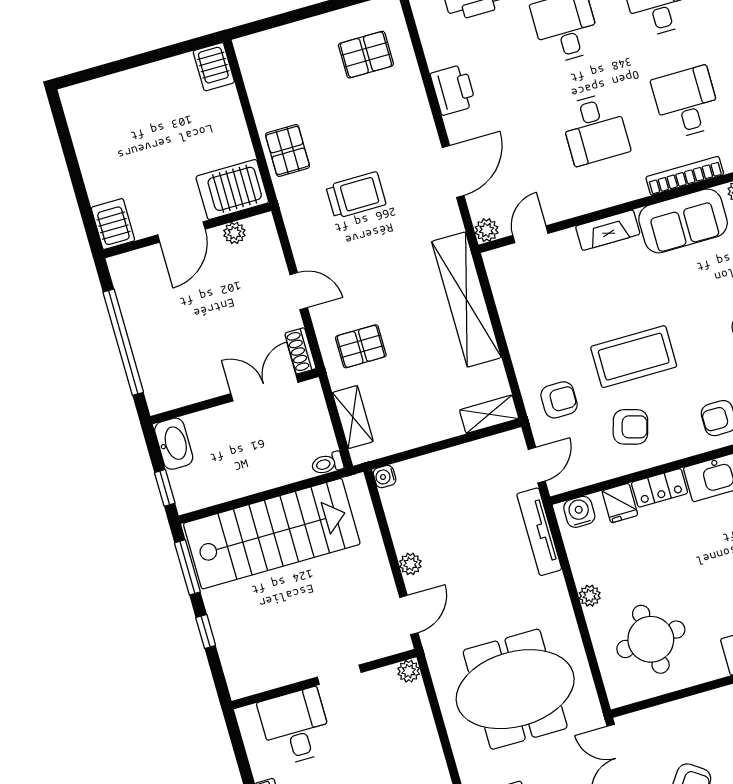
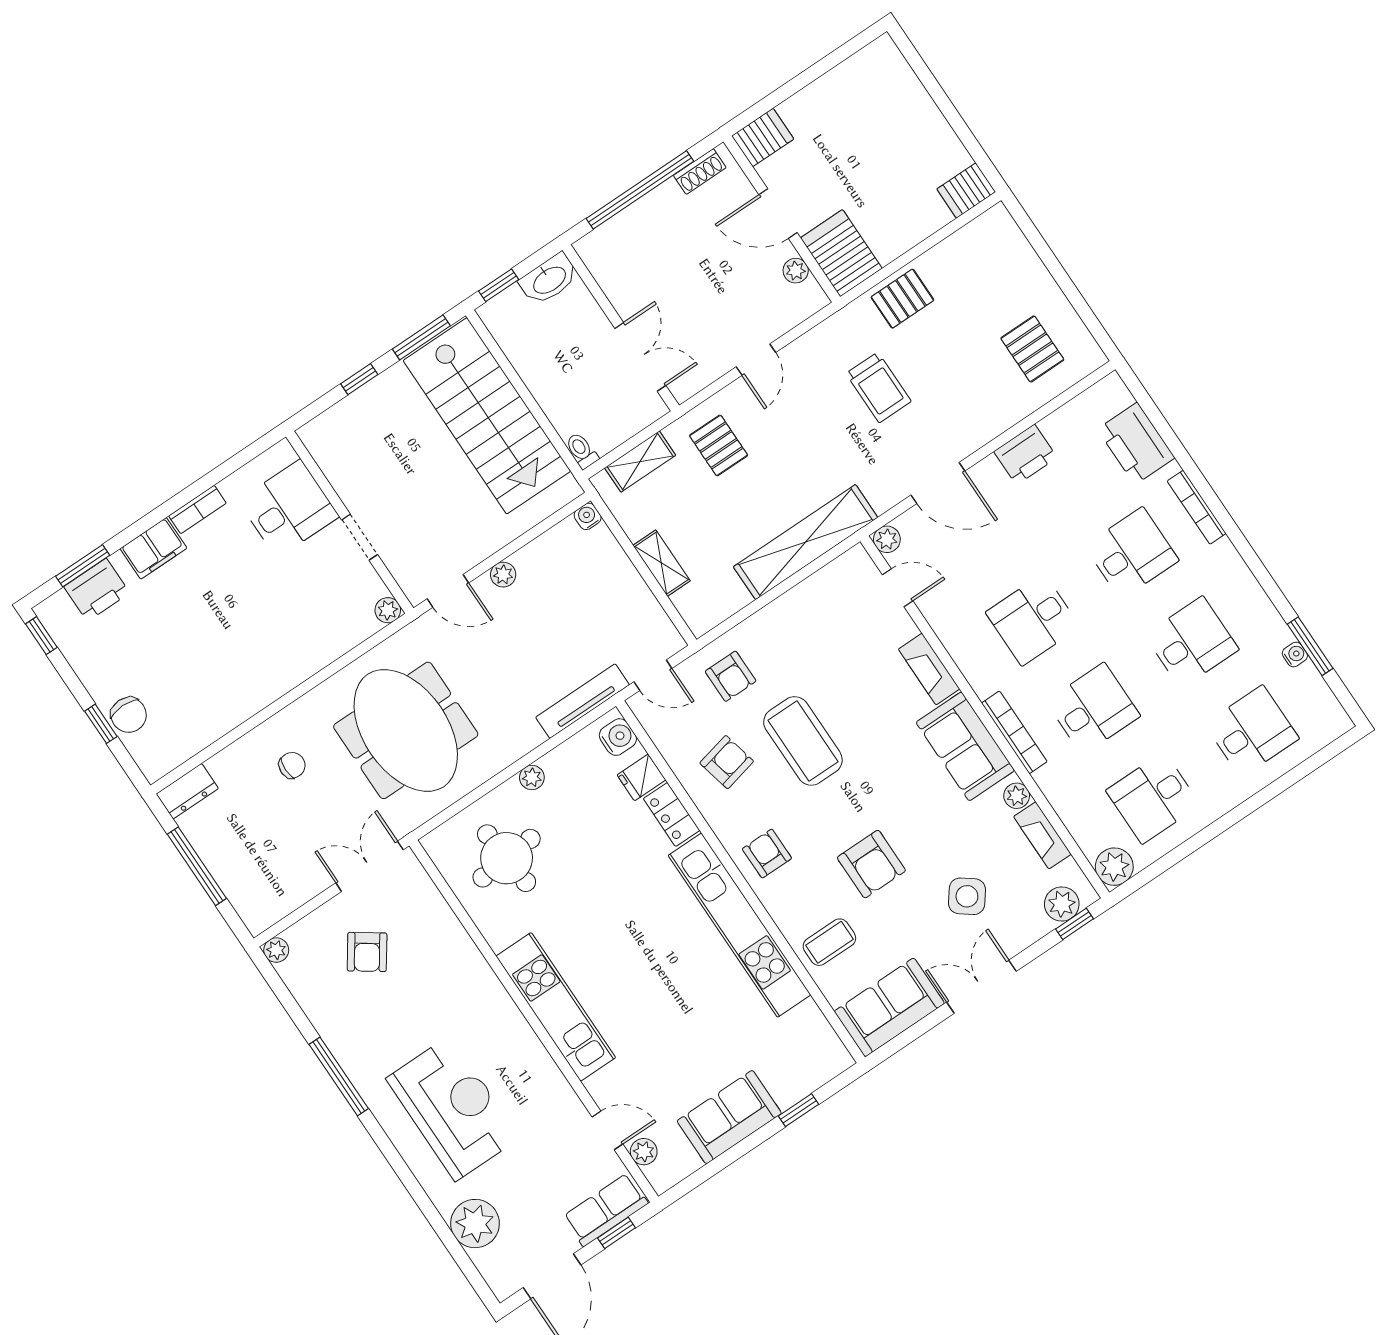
shoe rack: (300, 351) -> (700, 171), moved, turned 180
shelving: (489, 414) -> (661, 563), moved
armchair: (630, 427) -> (727, 762), turned -119

